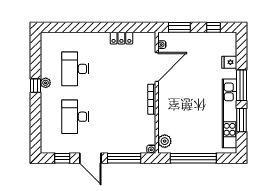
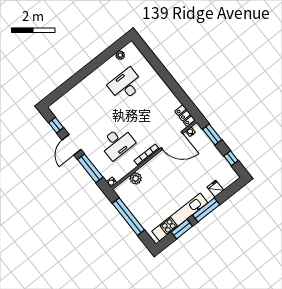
locker: (121, 38) -> (185, 116), moved
plant: (46, 83) -> (120, 55), moved
window: (36, 86) -> (92, 66), removed
desk: (75, 117) -> (117, 143), moved, turned 180
plant: (165, 141) -> (136, 178), moved

